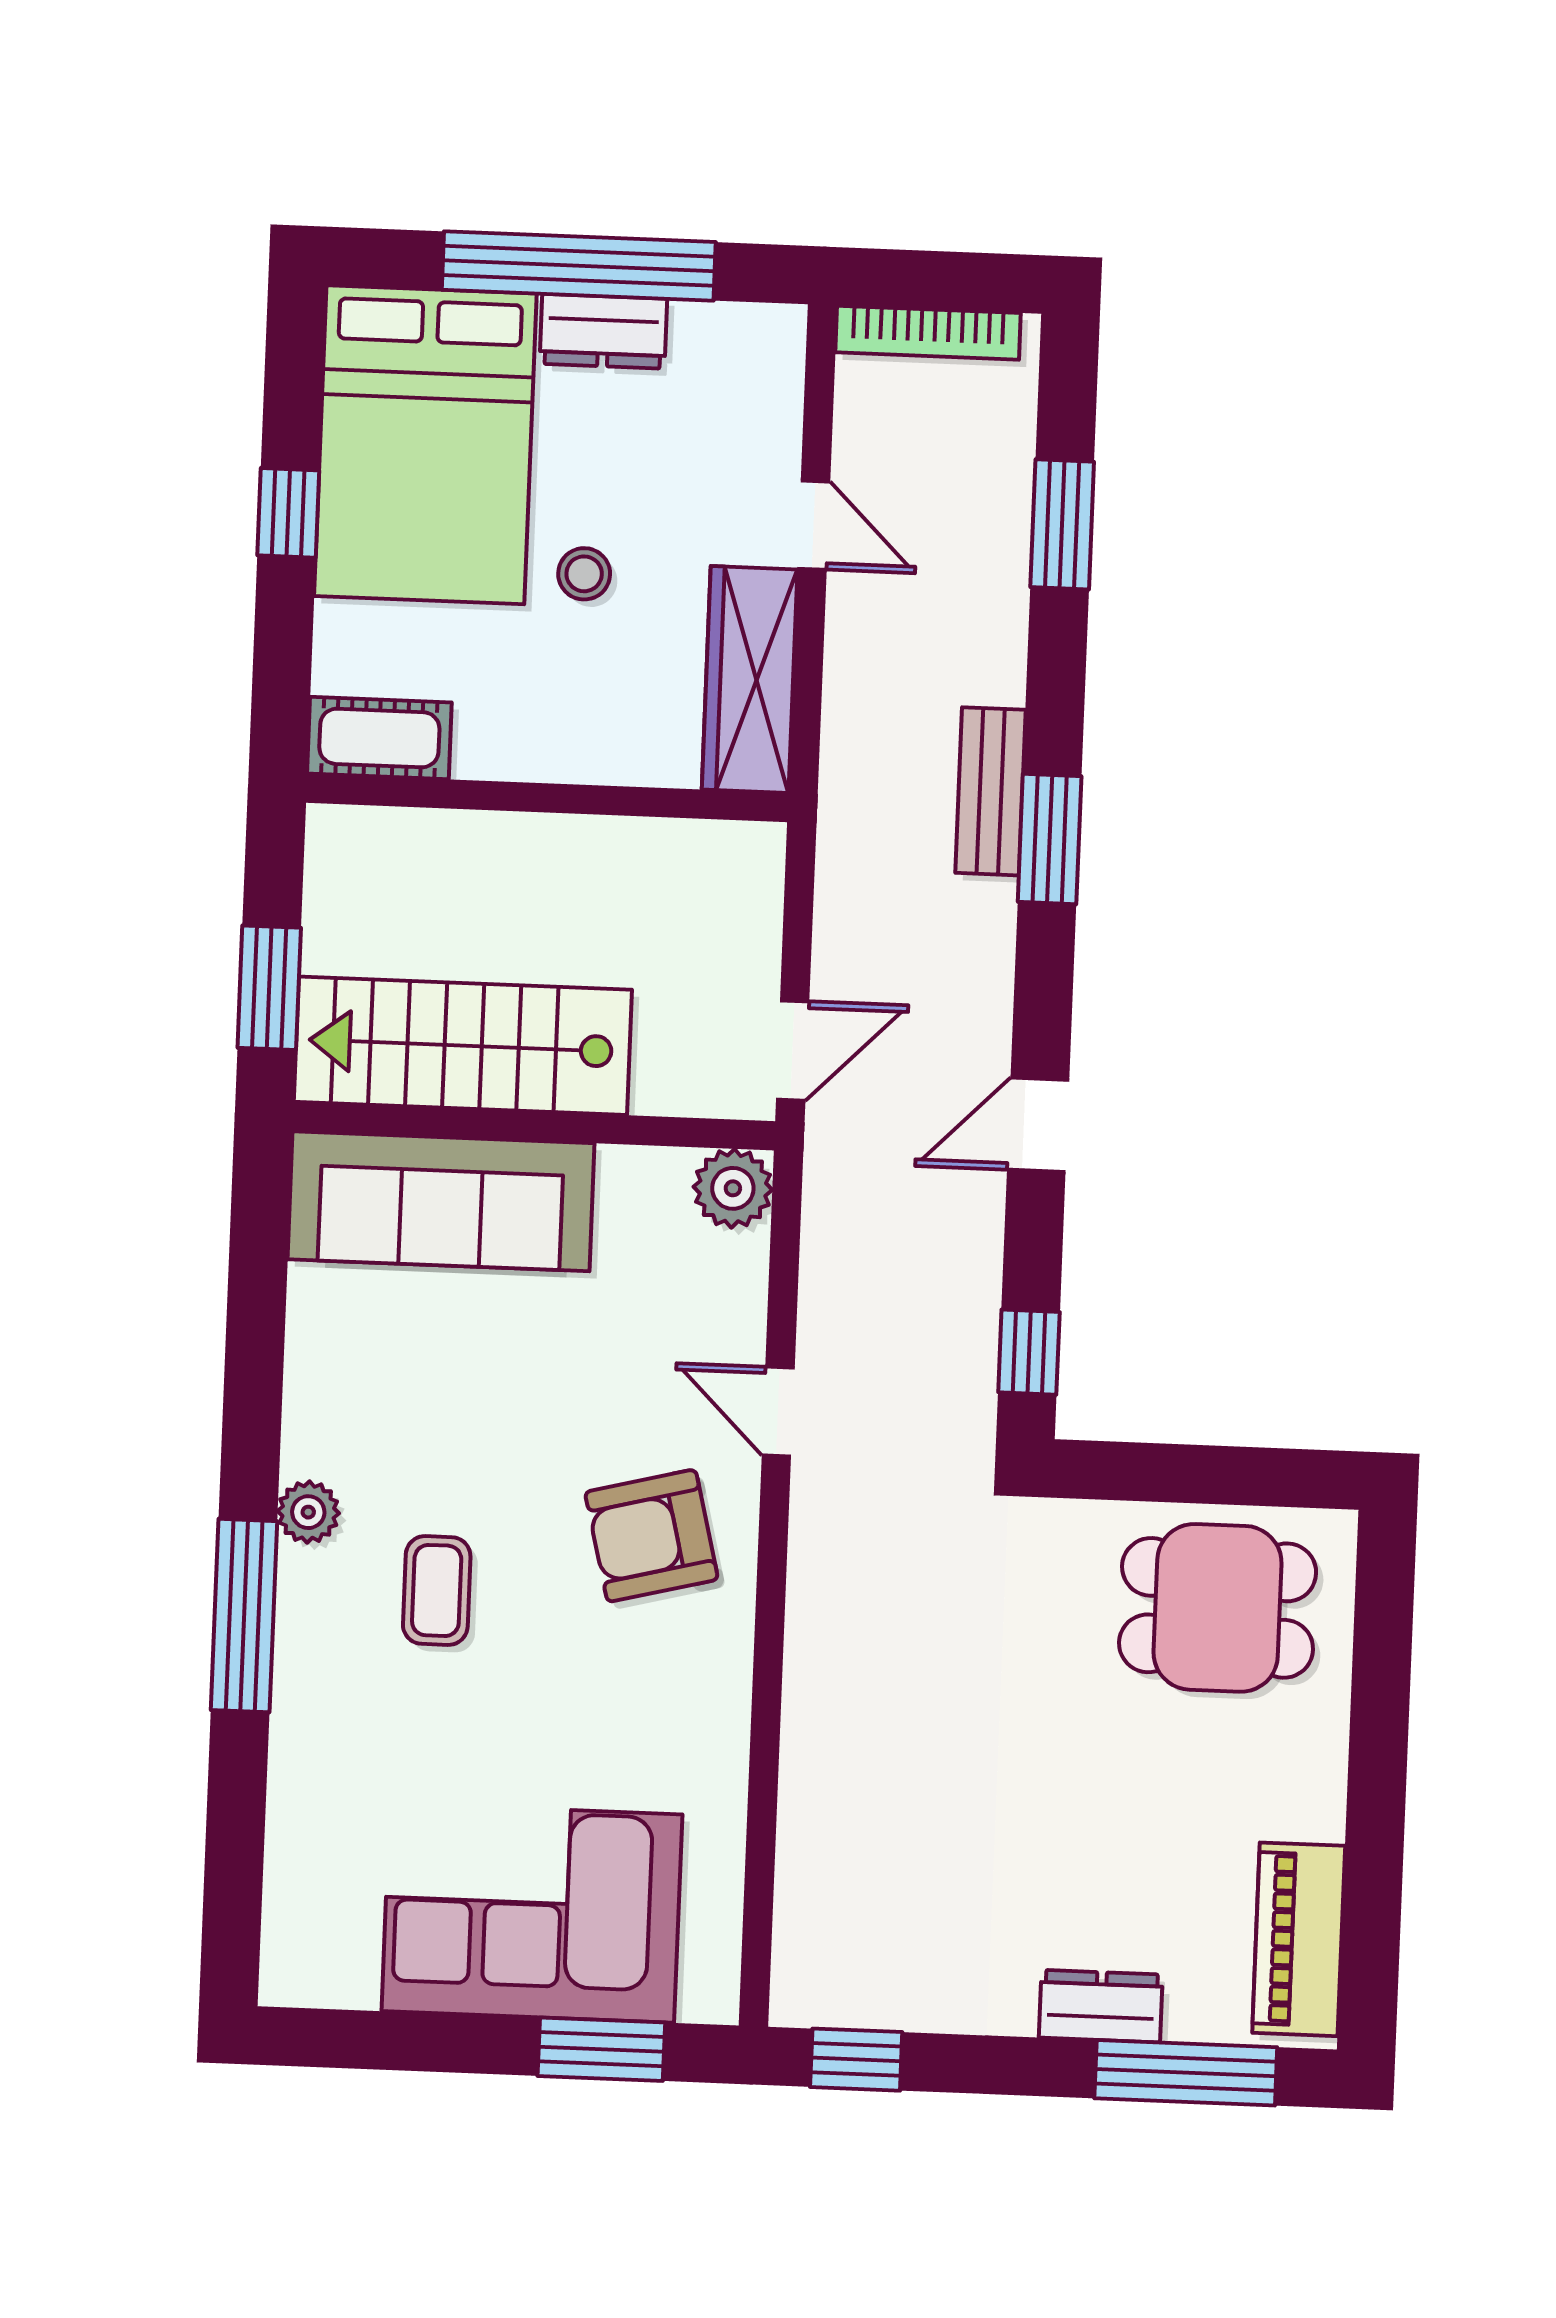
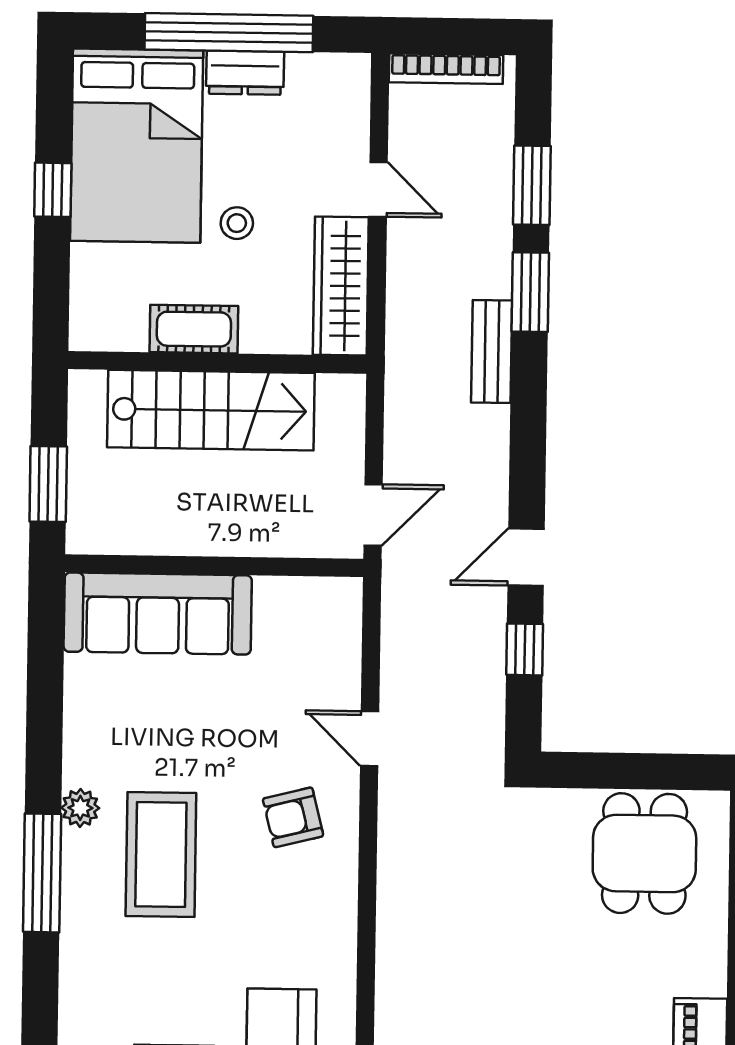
cot: (379, 738) -> (194, 329), moved
window: (1050, 839) -> (530, 292), moved
stairs: (463, 1046) -> (211, 410), moved, turned 180
plant: (733, 1188) -> (338, 601), removed
window: (1029, 1352) -> (525, 649), moved
armchair: (651, 1536) -> (293, 817), width x0.72, depth x0.72
coffee table: (437, 1590) -> (161, 854), width x1.86, depth x1.72
dining table: (1218, 1608) -> (644, 853), turned 90

